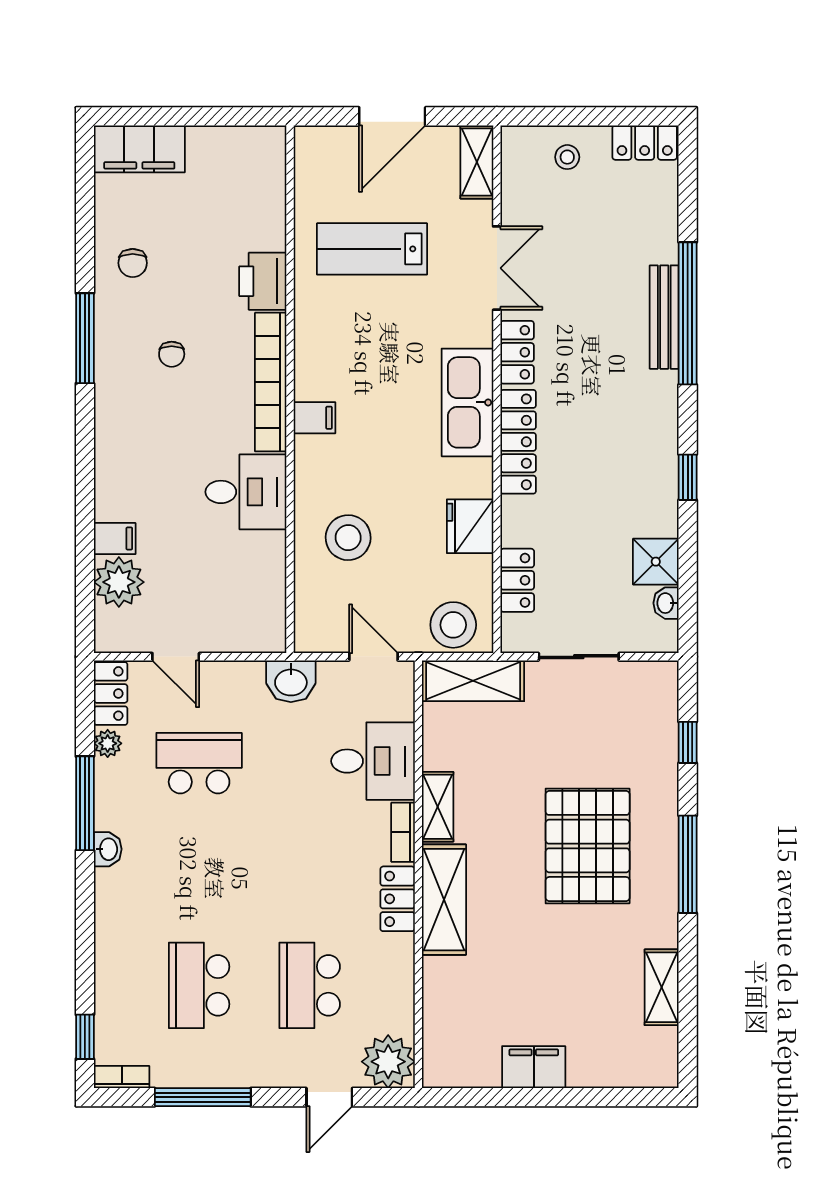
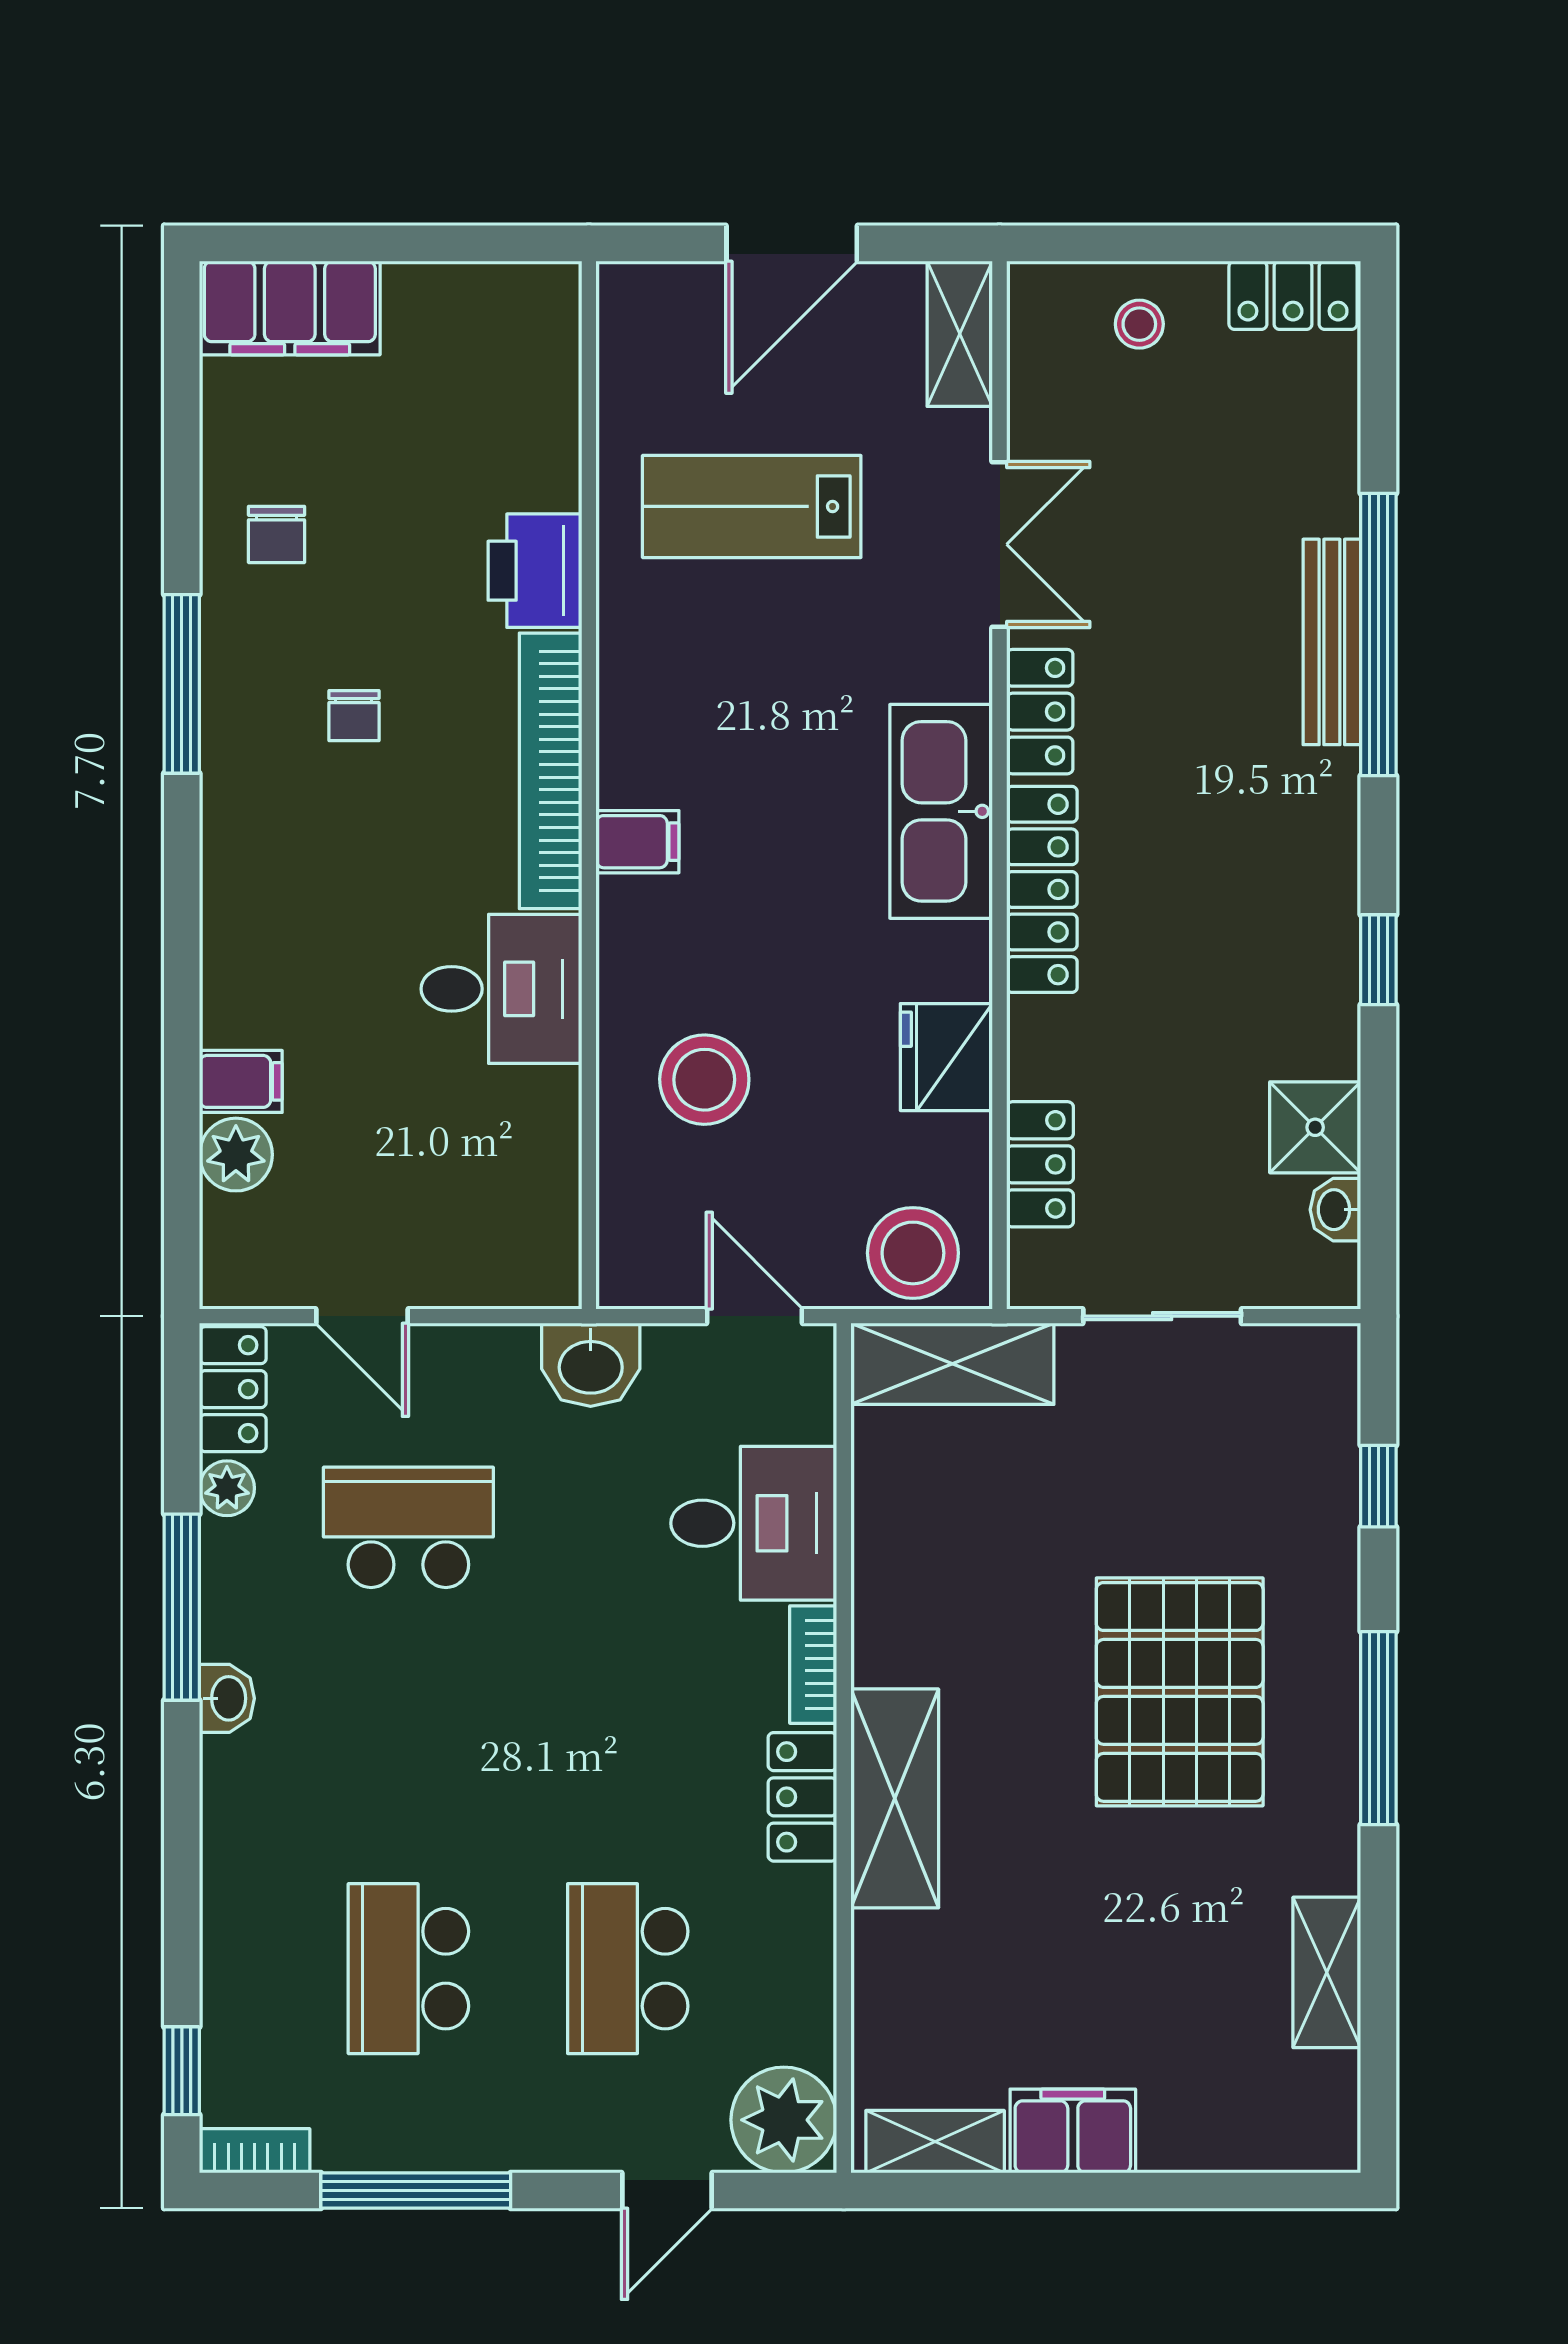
plant: (119, 582) -> (236, 1155), width x0.73, depth x0.73
shelving: (438, 807) -> (935, 2142), moved, turned 90

